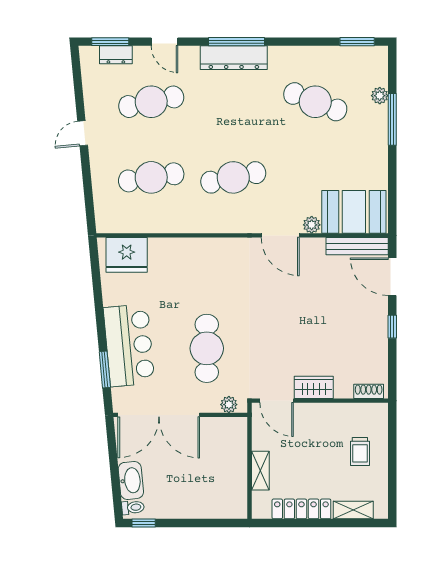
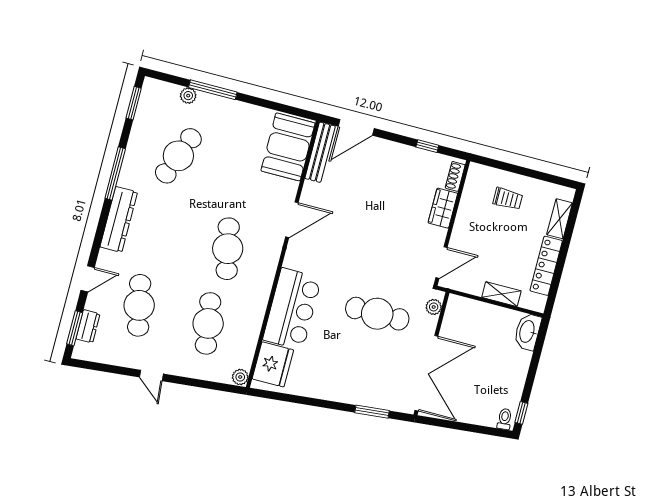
window: (237, 42) -> (115, 173), moved
plant: (312, 225) -> (240, 377), moved
window: (392, 327) -> (427, 146), moved
bar counter: (129, 345) -> (292, 309), moved, turned 95
wardrobe: (314, 387) -> (443, 208), moved
washbasin: (131, 480) -> (528, 332), moved, turned -85

